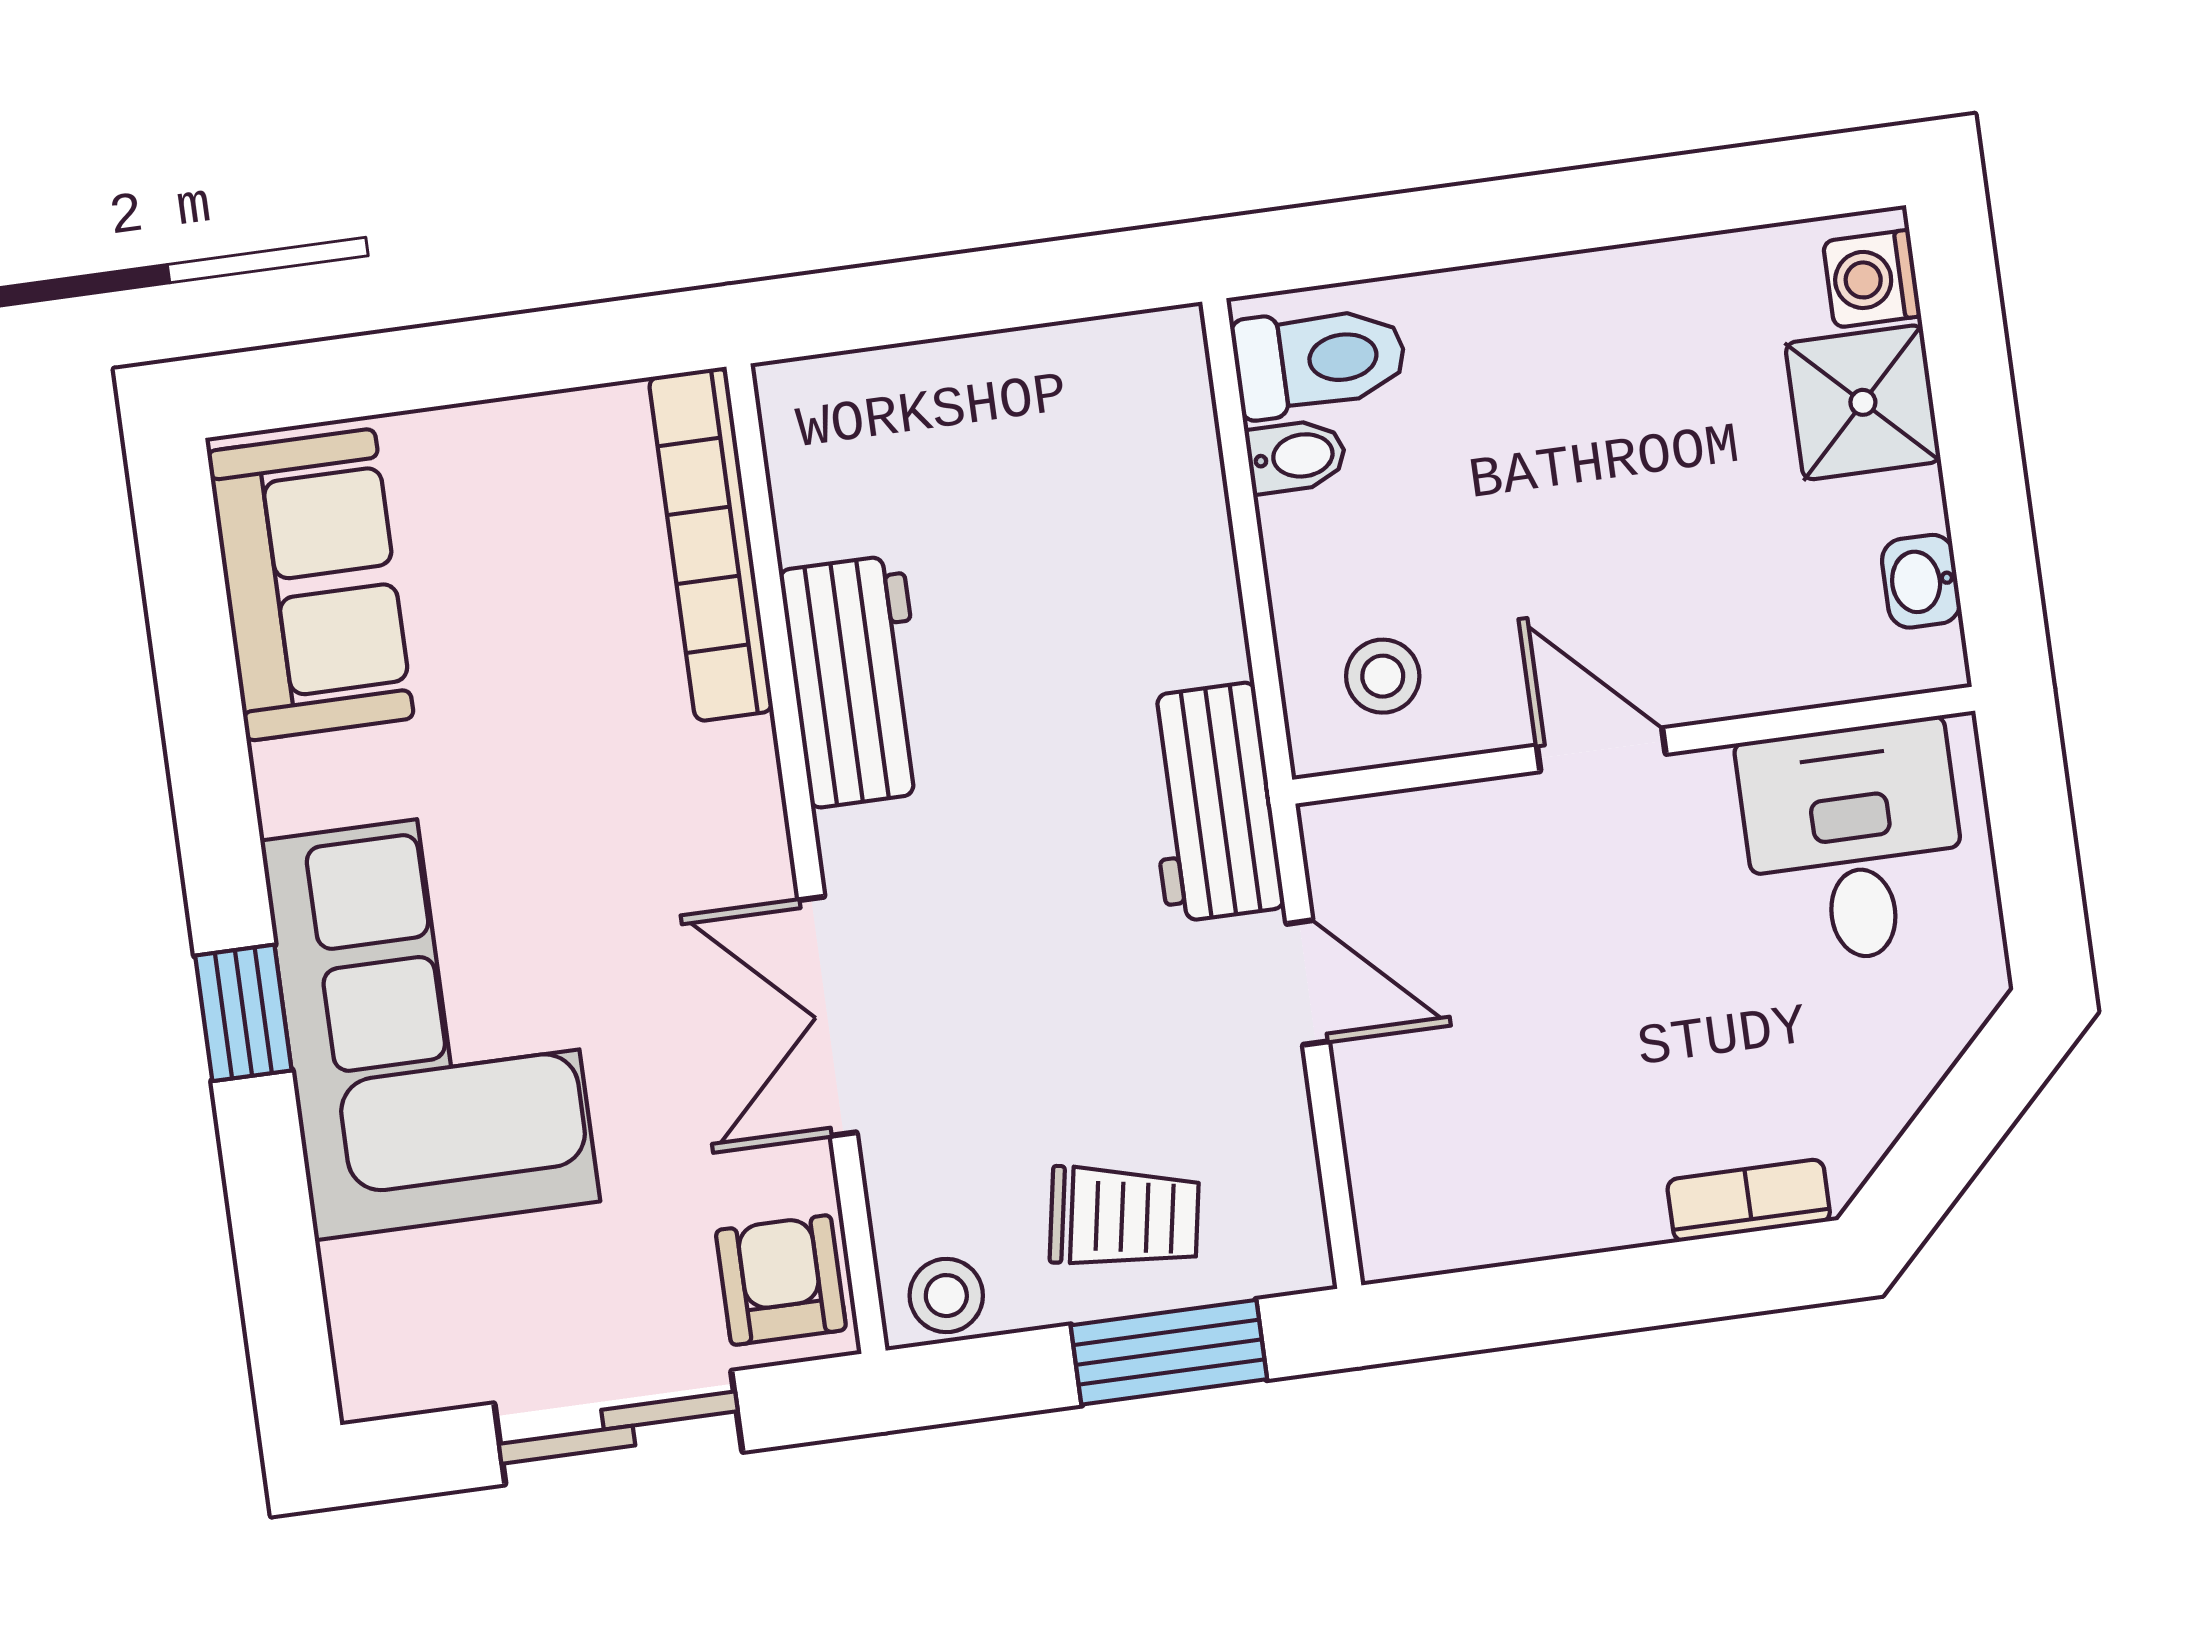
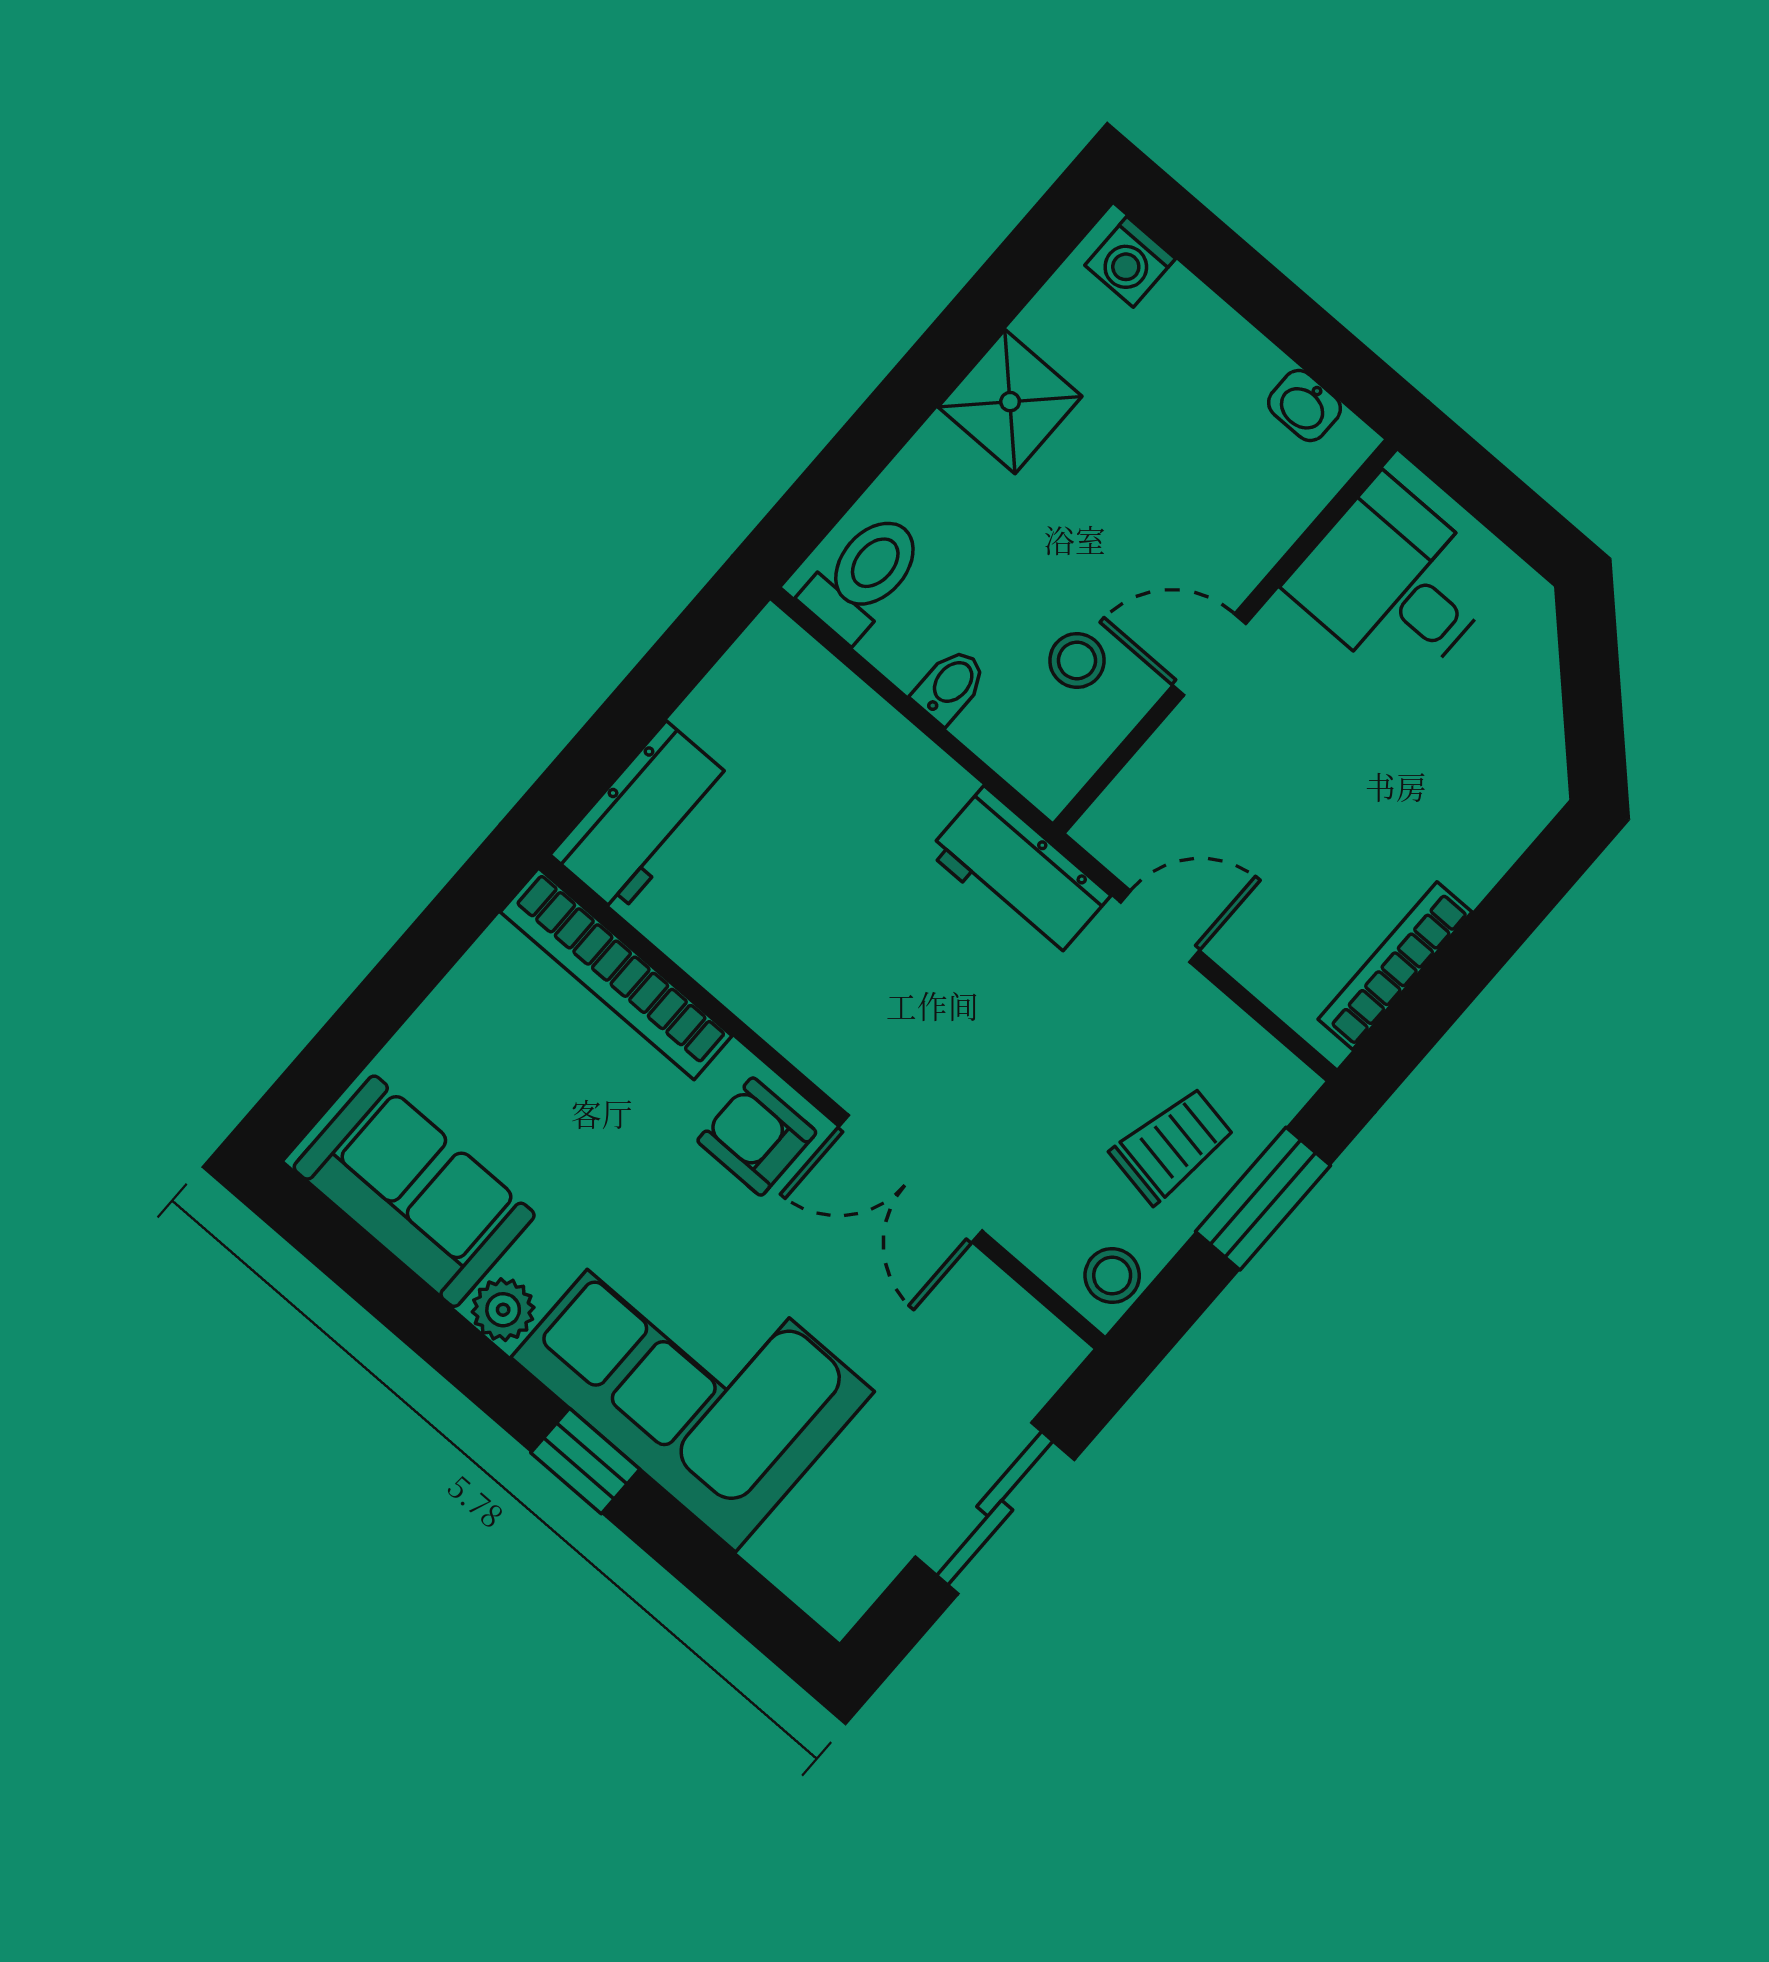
shower: (1863, 402) -> (1010, 402), moved
bidet: (1296, 456) -> (950, 686), moved
stool: (1383, 676) -> (1077, 660), moved
workbench: (856, 681) -> (643, 818), moved, turned 90
plant: (295, 785) -> (503, 1310), added
bookcase: (1749, 1200) -> (1395, 966), moved, width x1.56
armchair: (781, 1280) -> (757, 1137), moved

